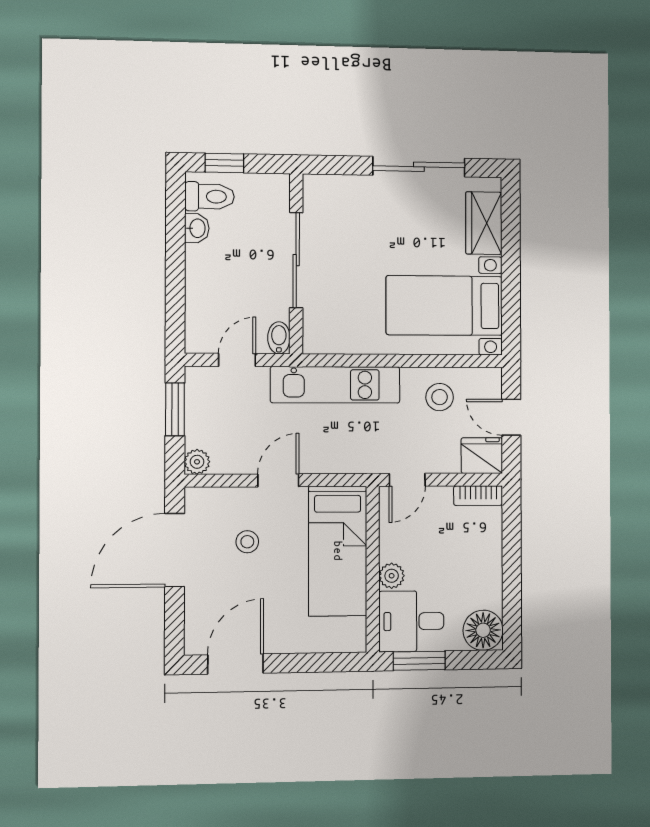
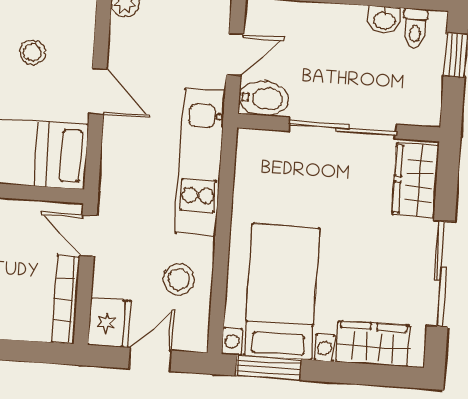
wardrobe: (338, 193) -> (416, 180), added
toilet: (210, 197) -> (415, 28), width x0.73, depth x0.72
window: (511, 313) -> (268, 368), added
bidet: (279, 338) -> (264, 98), width x1.38, depth x1.36
door: (237, 360) -> (235, 55), hinge flipped
bookcase: (478, 496) -> (66, 300), width x1.56

